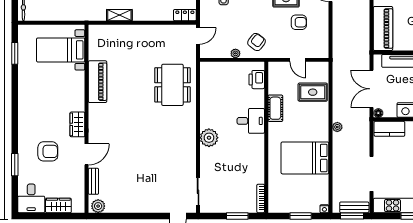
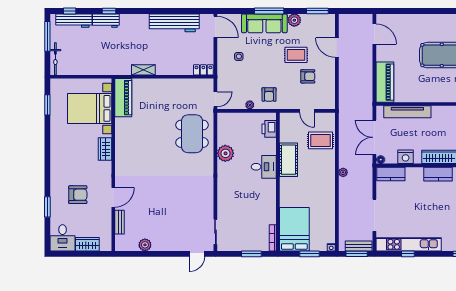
door: (198, 36) -> (215, 99), moved
armchair: (256, 42) -> (269, 94), turned 143
bed with nightstands: (61, 50) -> (90, 108), width x1.36
piano: (98, 82) -> (123, 98), moved
cot: (275, 108) -> (289, 160), width x1.37, depth x1.34
wardrobe: (77, 124) -> (105, 149), moved
plant: (209, 138) -> (225, 153), moved
bed: (305, 158) -> (294, 229), moved, turned 90
plant: (98, 206) -> (145, 245), moved

